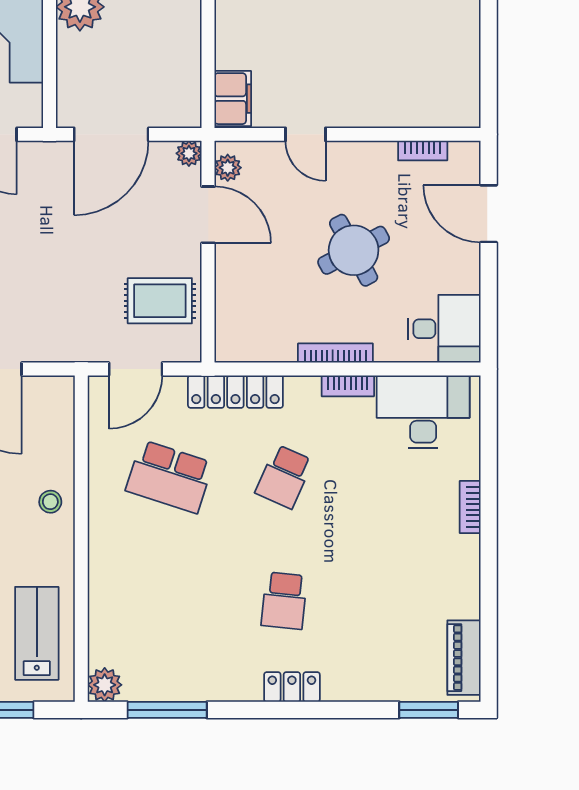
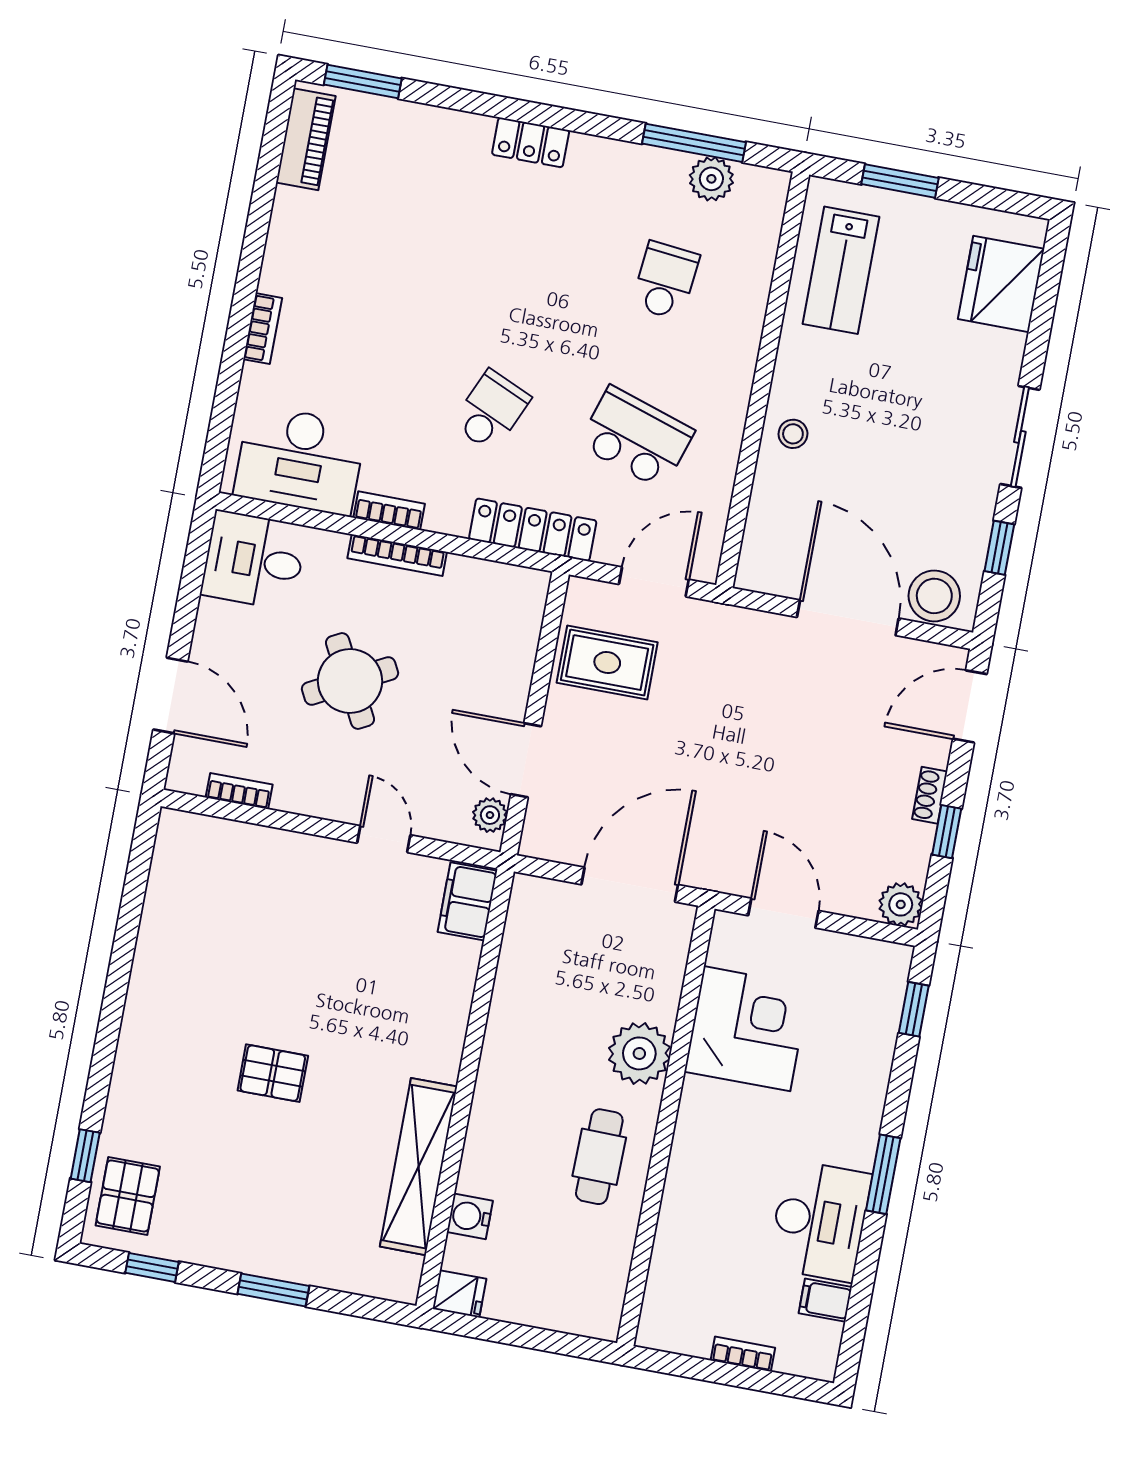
plant: (189, 153) -> (536, 842), removed
school desk: (284, 601) -> (665, 281), moved
plant: (105, 685) -> (711, 179), moved

